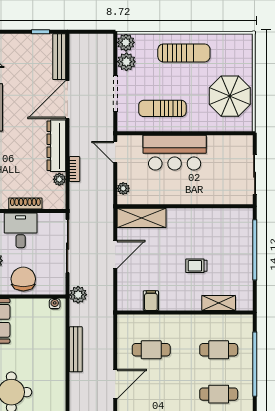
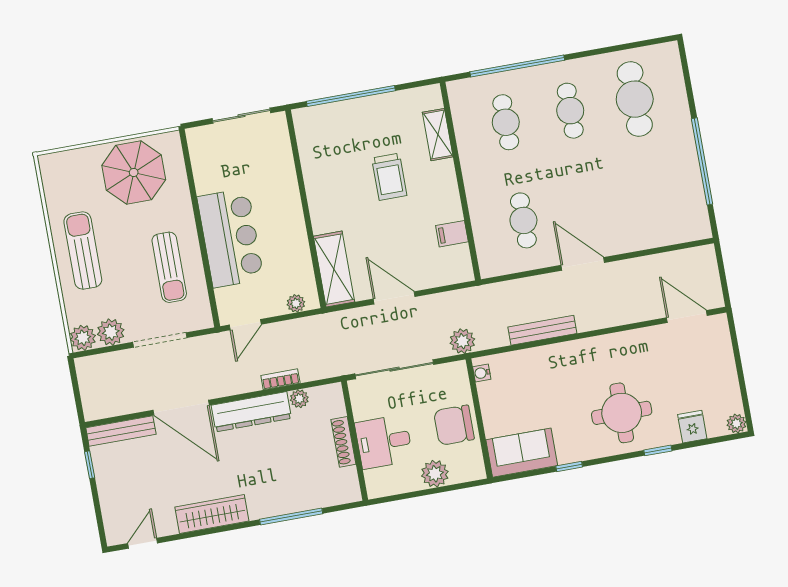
trolley: (196, 266) -> (389, 177), width x1.36, depth x1.39

